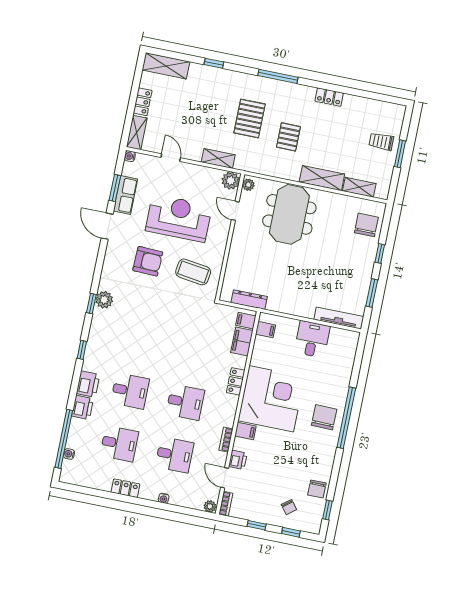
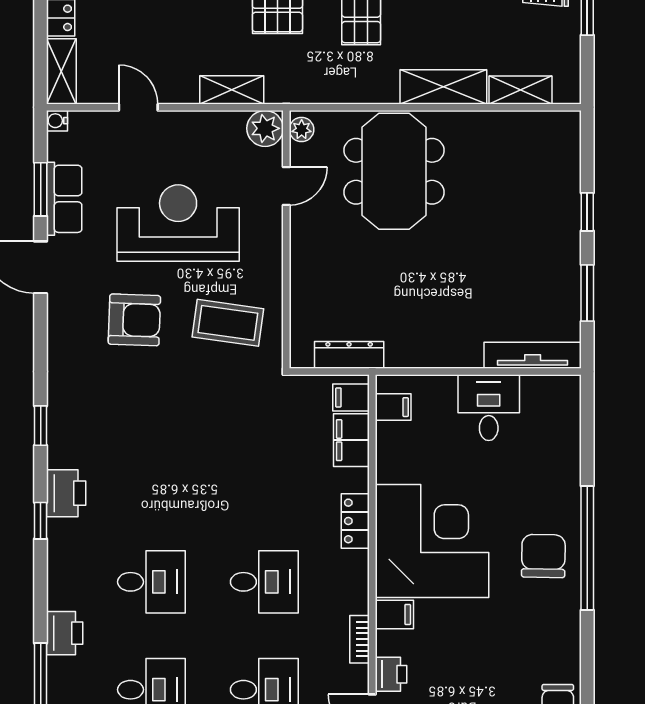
door: (235, 211) -> (286, 186), swing flipped
chair: (366, 225) -> (549, 161), removed
plant: (104, 300) -> (64, 413), removed
printer: (88, 384) -> (66, 493), moved

